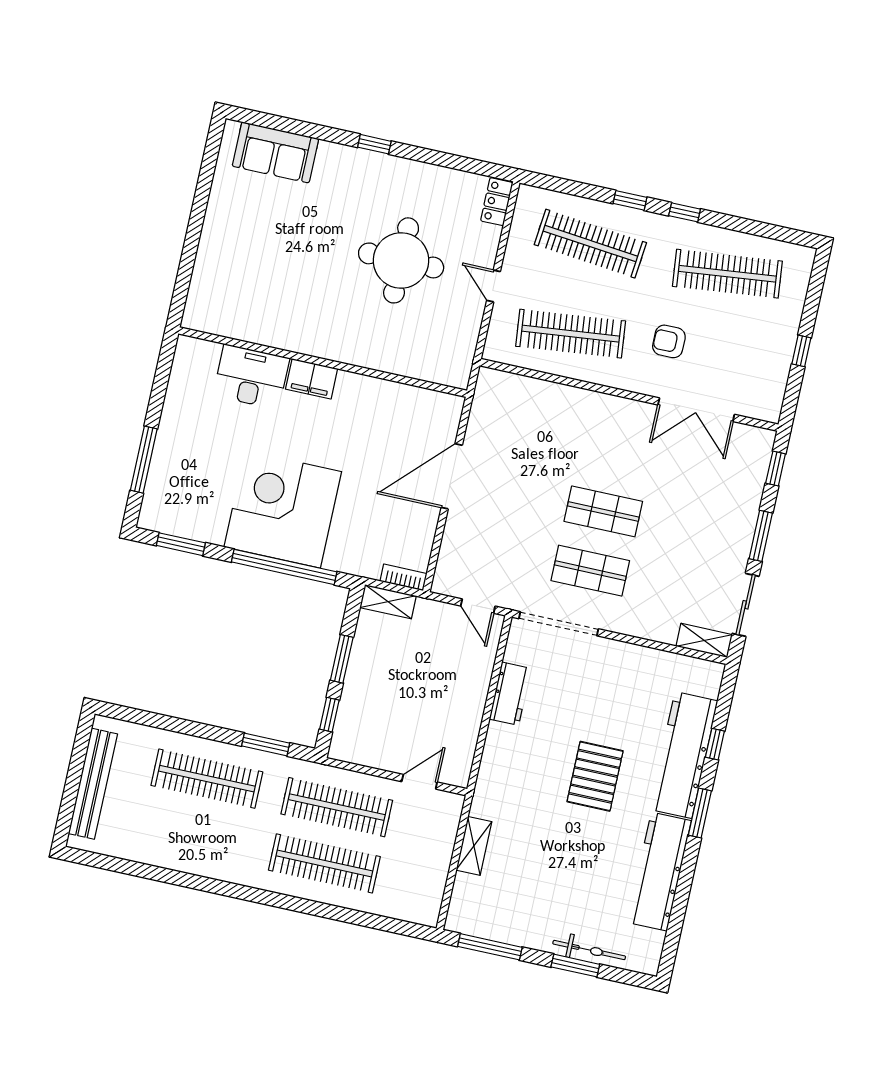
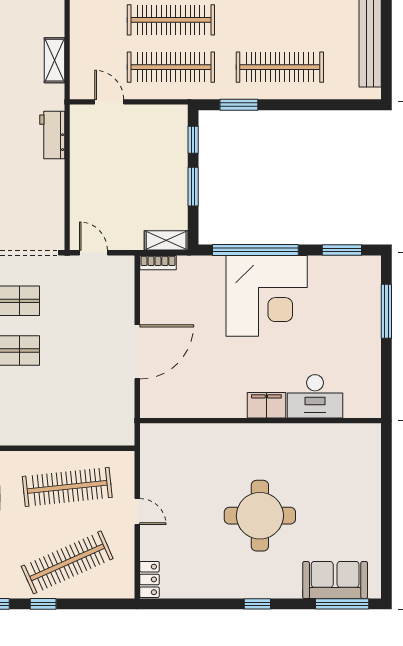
window: (273, 122) -> (342, 604), added
clothes rail: (590, 244) -> (67, 562), turned -30
round table: (401, 260) -> (260, 516), moved
workbench: (510, 694) -> (52, 135), moved
door: (419, 782) -> (109, 102), swing flipped

